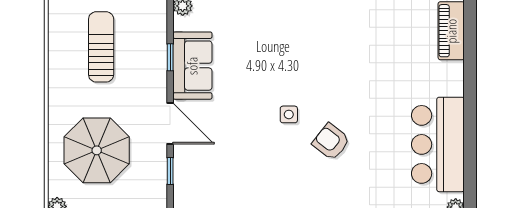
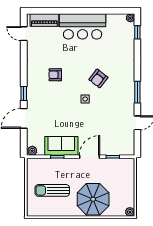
armchair: (339, 53) -> (55, 75), added
bar counter: (438, 144) -> (83, 26), moved
parasol: (97, 150) -> (93, 199), moved

